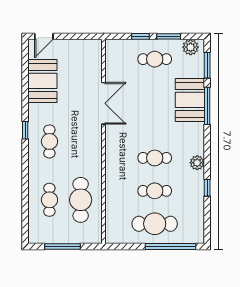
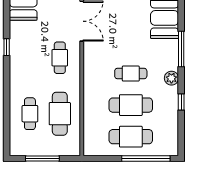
window: (207, 106) -> (181, 49), moved
cafe table: (49, 141) -> (60, 58), moved
cafe table: (155, 191) -> (131, 105), width x1.37, depth x1.35

